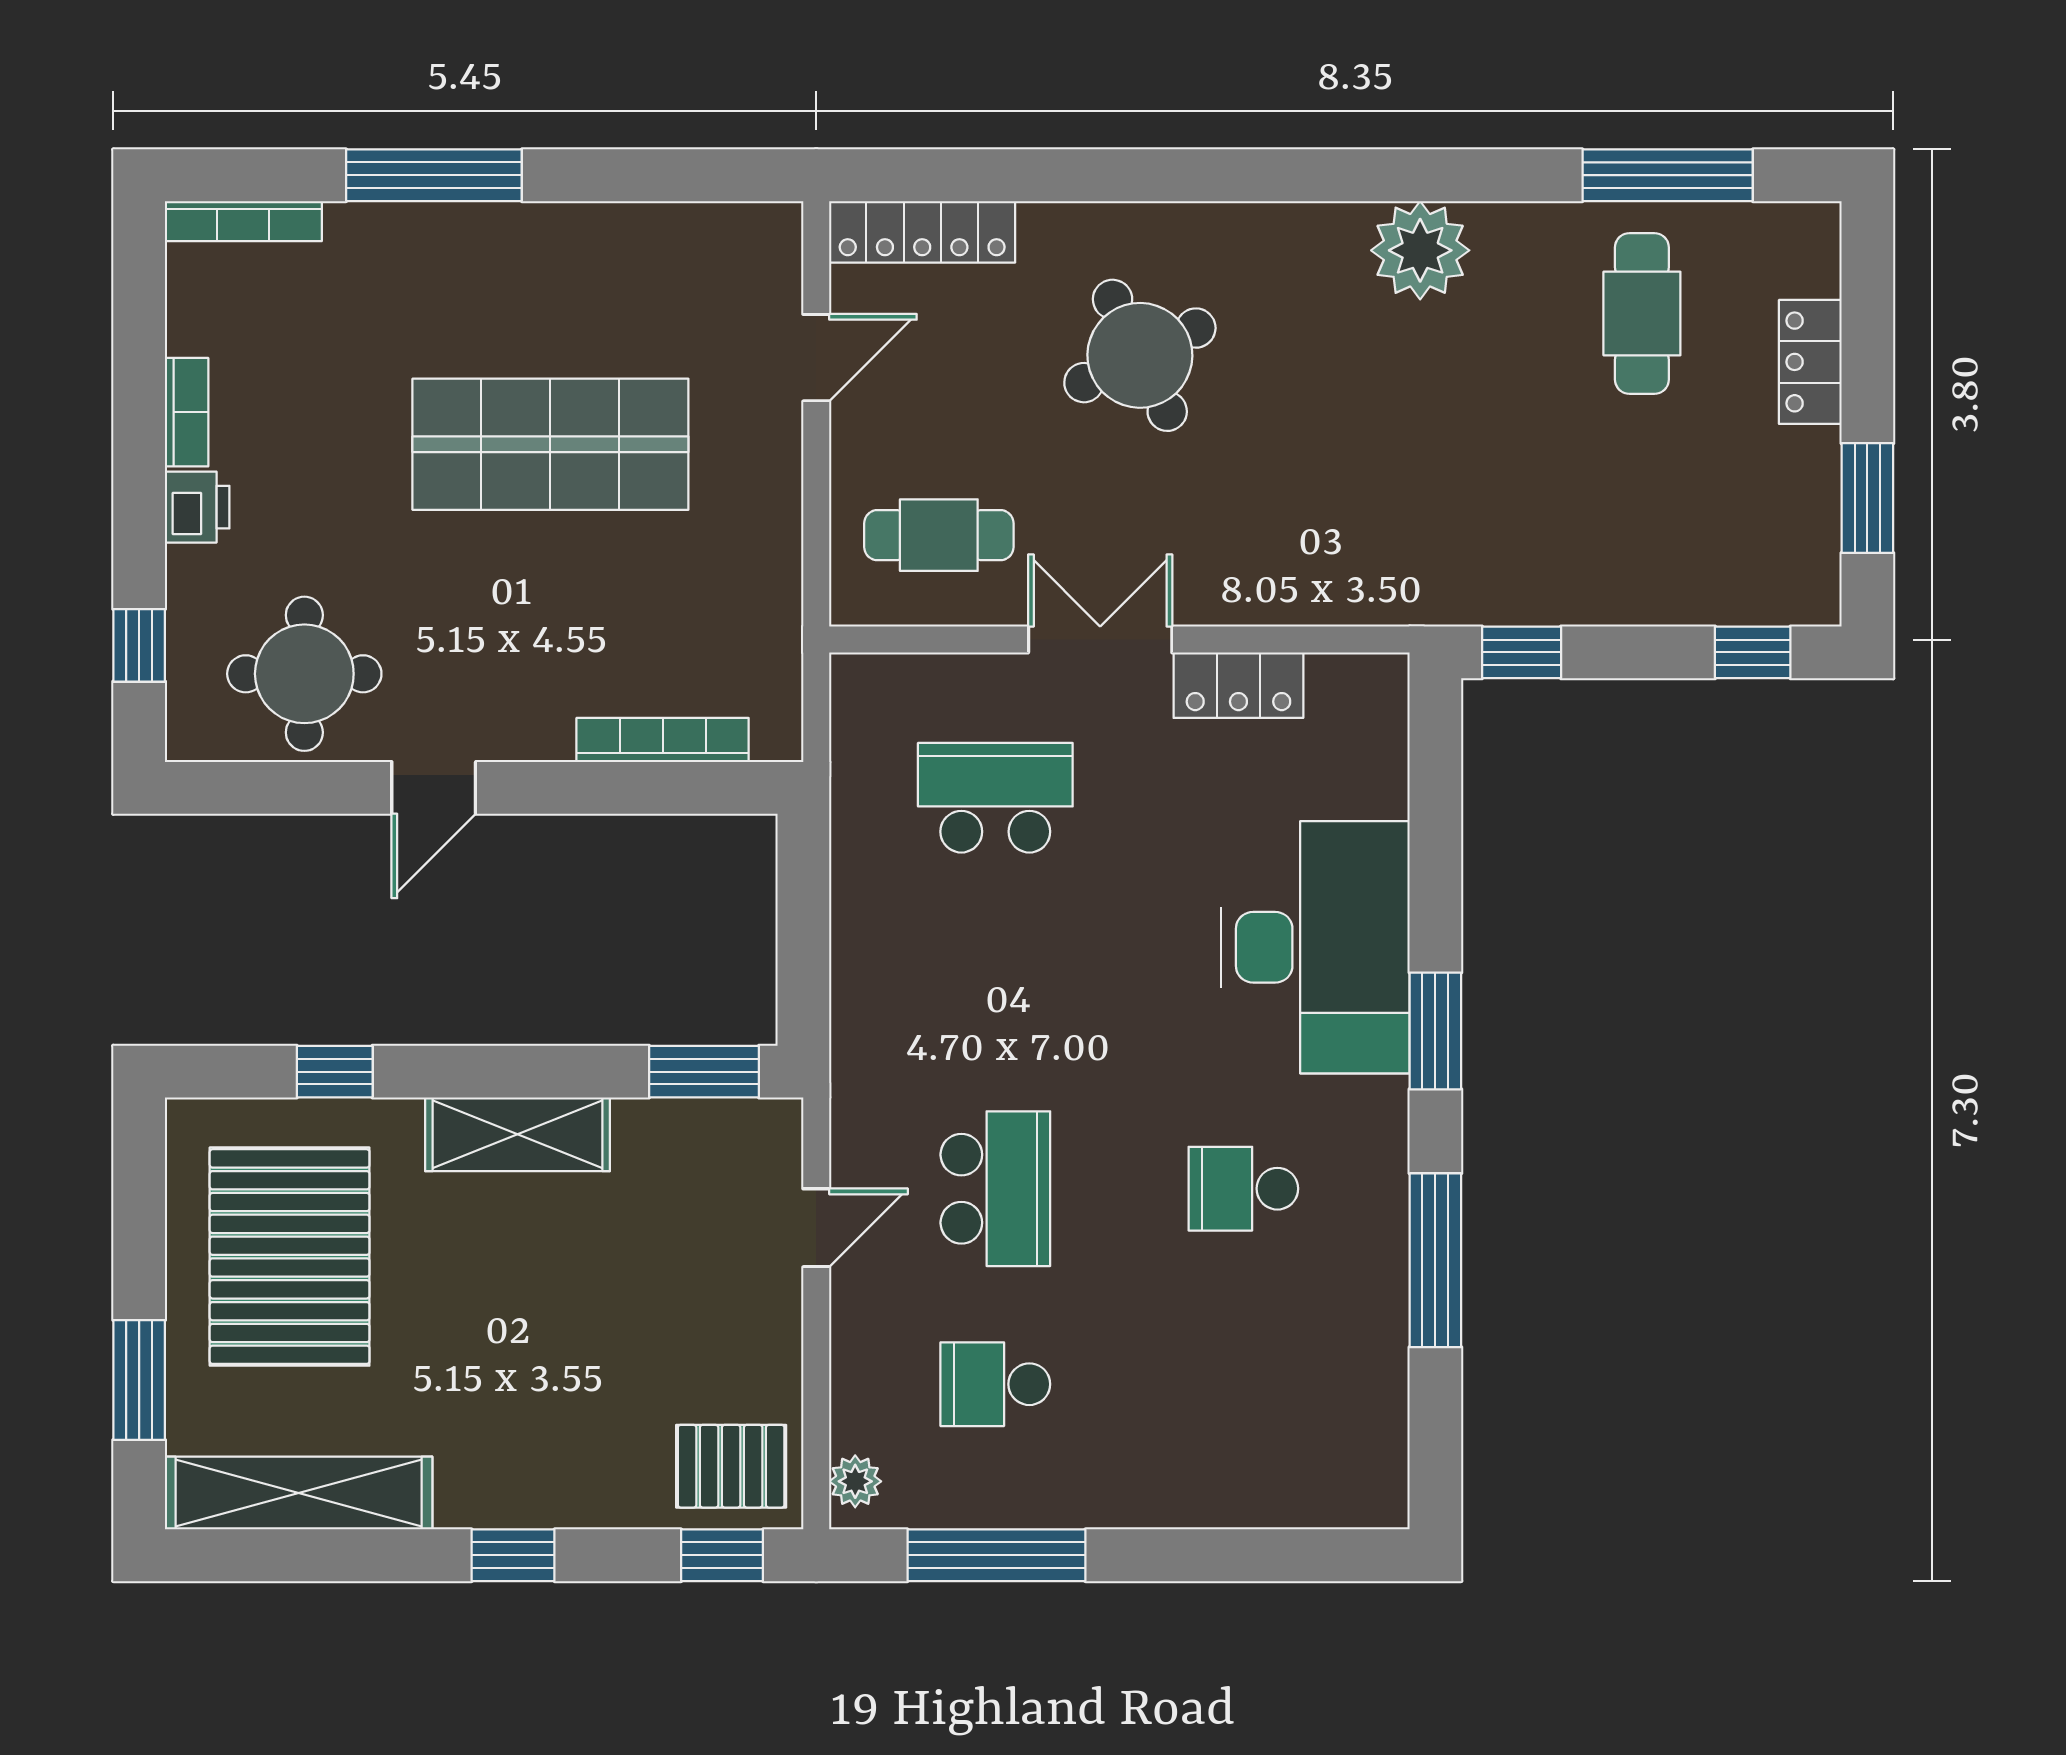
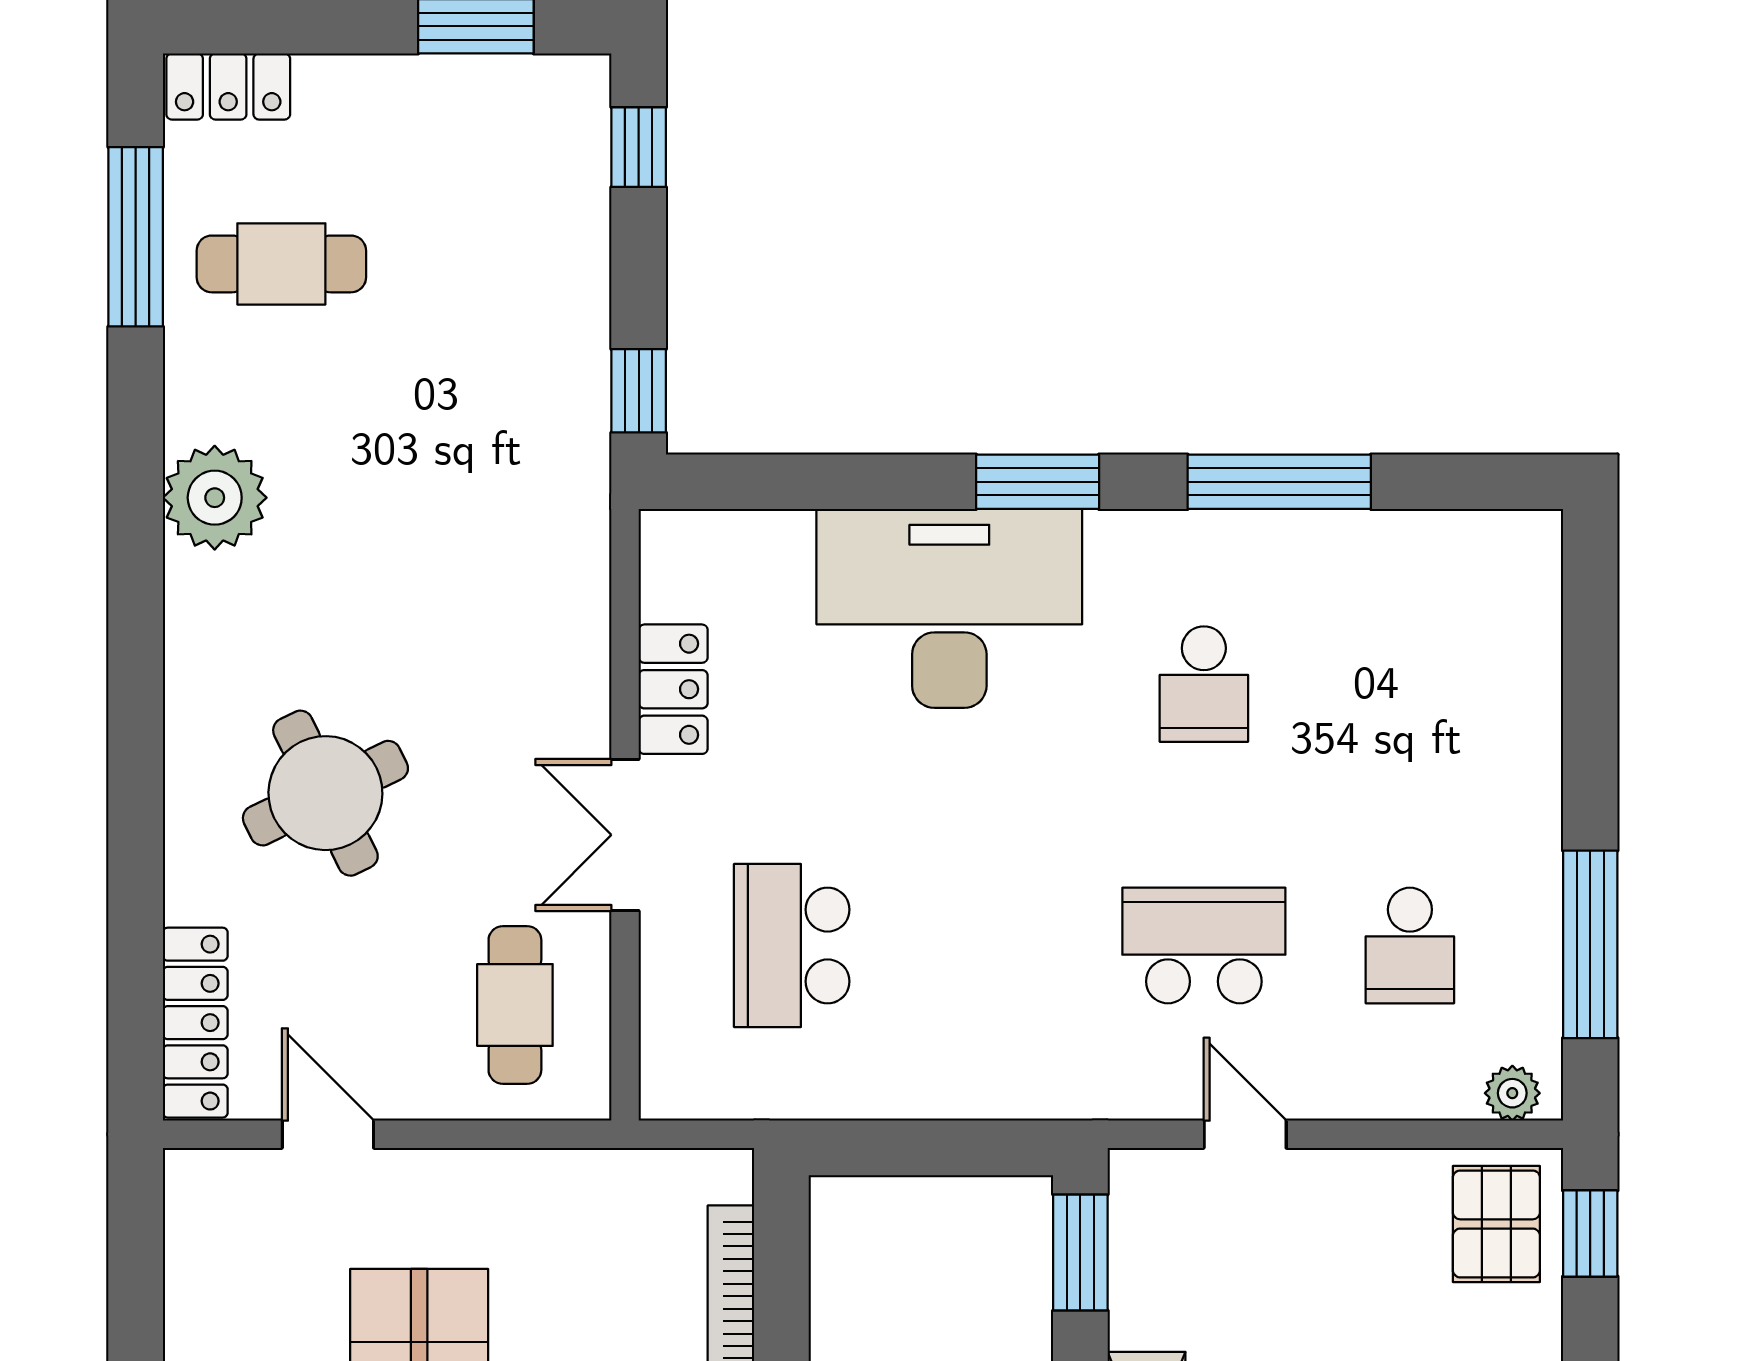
locker: (1810, 362) -> (228, 87), moved

